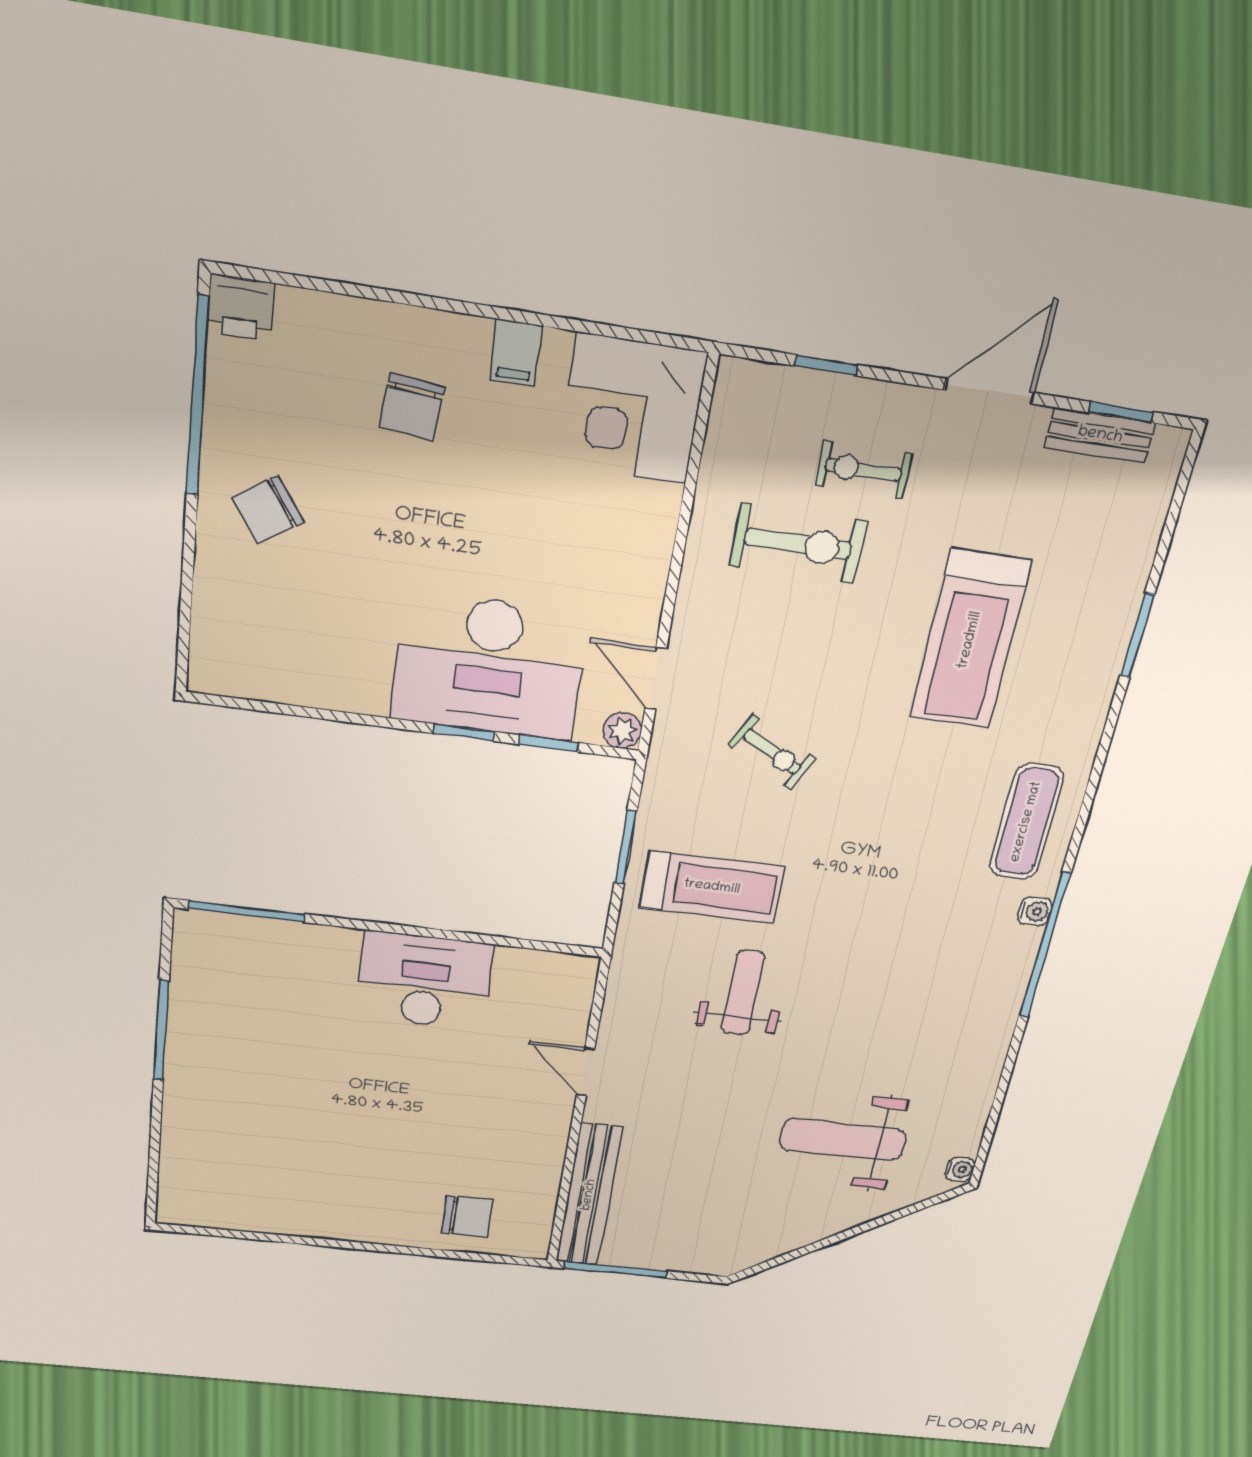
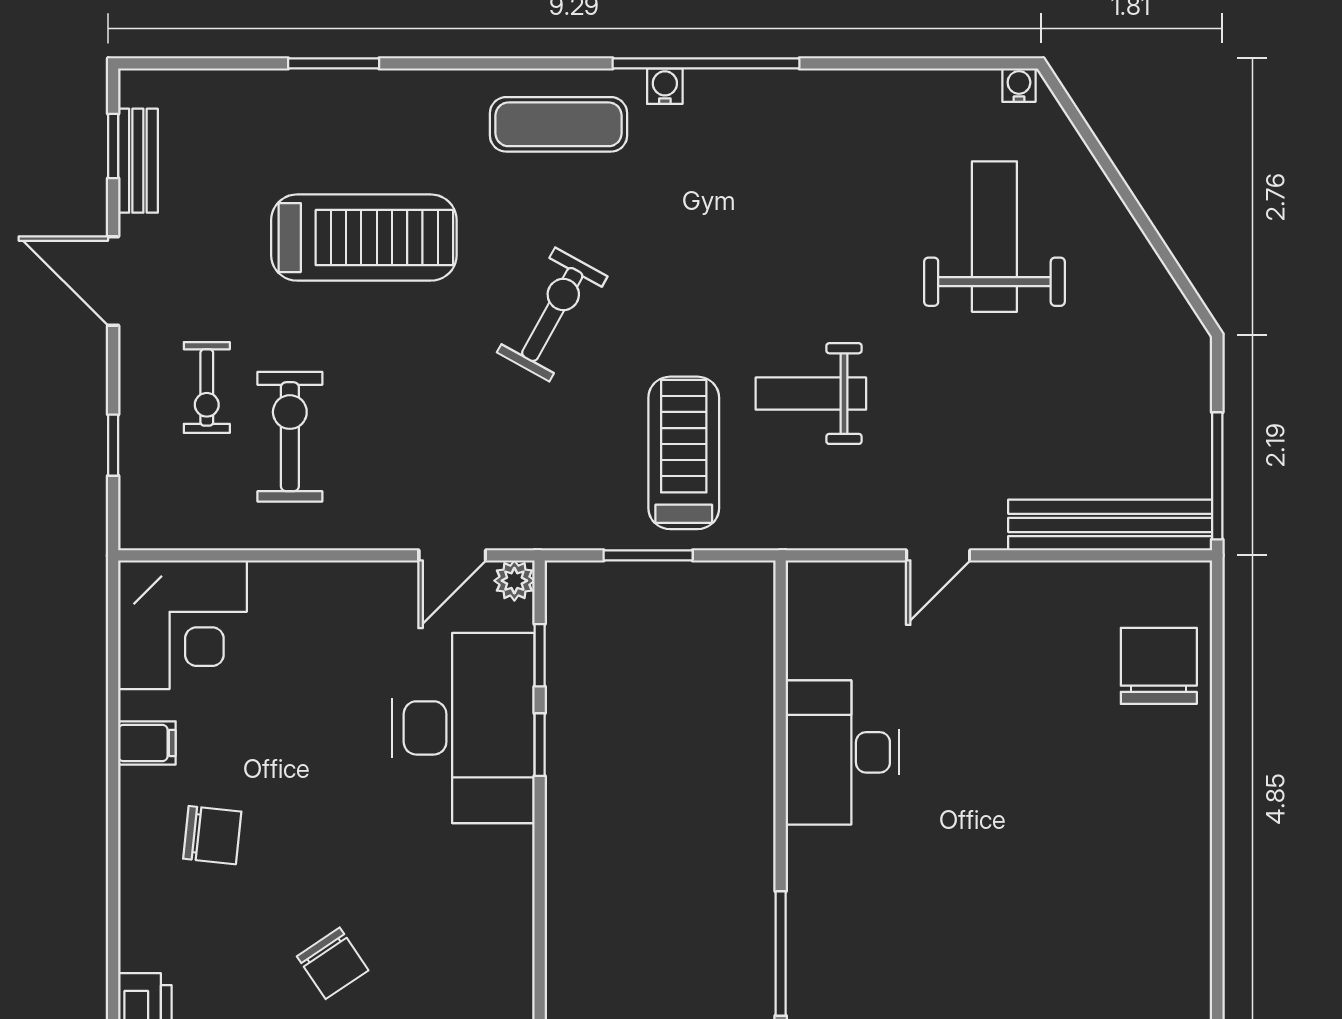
exercise bike: (772, 752) -> (552, 314), moved, width x1.38, depth x1.39
weight bench: (843, 1140) -> (994, 237), turned 180
chair: (467, 1217) -> (1159, 666), width x1.37, depth x1.37

